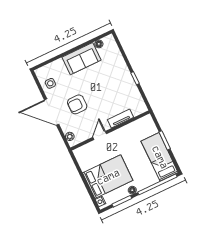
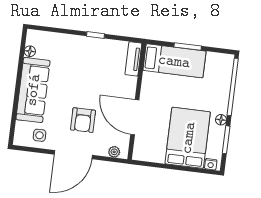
sofa: (81, 59) -> (33, 90), width x1.36
tv unit: (121, 118) -> (133, 59), moved
door: (100, 136) -> (135, 117), width x1.87
bed: (160, 157) -> (174, 61), moved, turned 180

